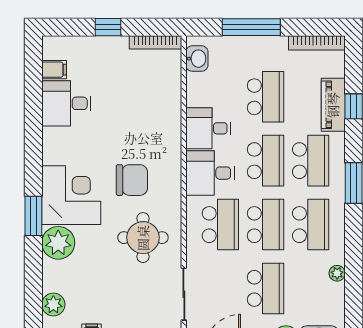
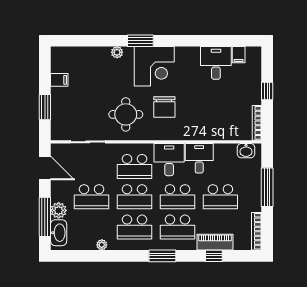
plant: (58, 243) -> (117, 52), width x0.53, depth x0.53
plant: (53, 304) -> (81, 54), removed

